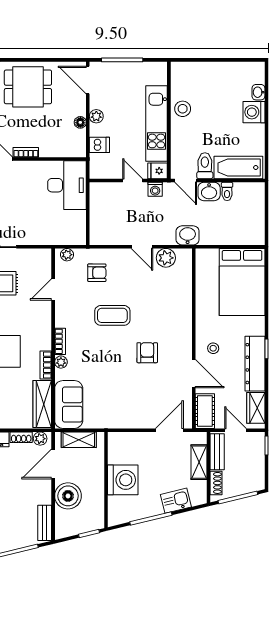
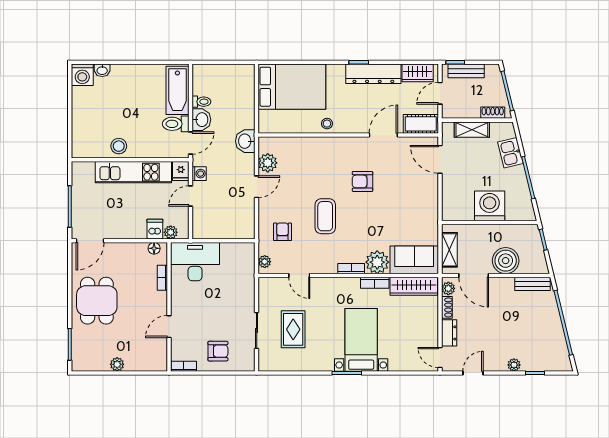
washing machine: (254, 112) -> (82, 75), moved
plant: (96, 116) -> (171, 232), moved
floor lamp: (80, 122) -> (154, 248), moved
bookcase: (26, 152) -> (162, 278), moved
stool: (213, 348) -> (327, 124), moved
plant: (61, 362) -> (377, 262), width x1.88, depth x1.88
bench: (217, 452) -> (466, 71), moved

